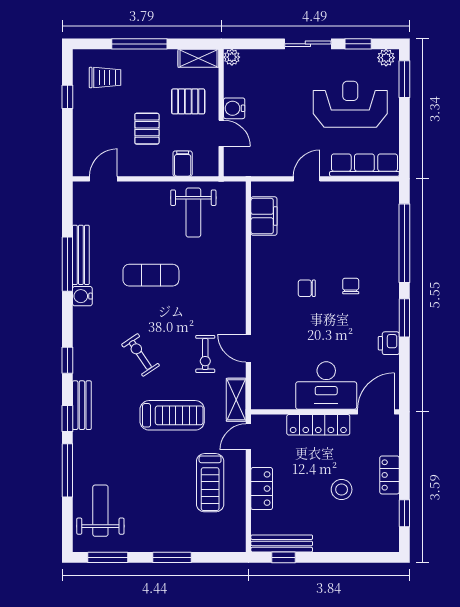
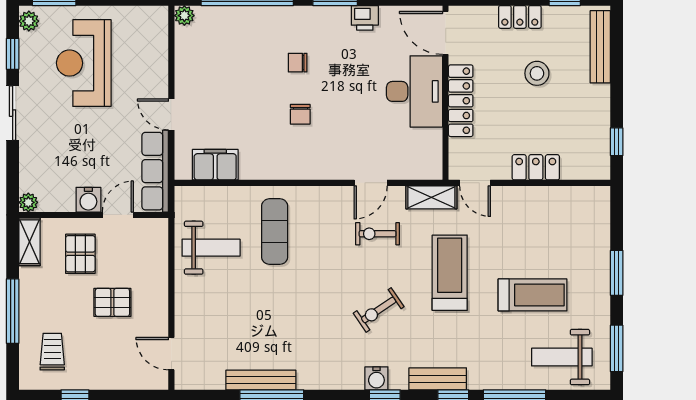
filing cabinet: (183, 164) -> (153, 260), removed
row of seats: (364, 165) -> (155, 171), moved
plant: (391, 190) -> (184, 16), added
exercise mat: (151, 275) -> (275, 232), moved
water cooler: (82, 296) -> (376, 378), moved
exercise bike: (205, 354) -> (378, 234), turned 180
treadmill: (210, 483) -> (533, 295), moved
bench: (282, 543) -> (600, 47), moved

